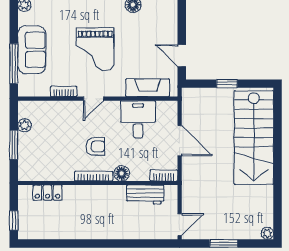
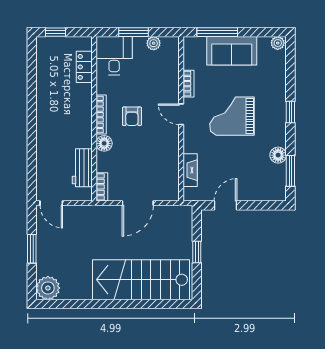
fireplace: (148, 88) -> (190, 170), width x0.73, depth x0.76
desk: (138, 119) -> (114, 56), moved, turned -90
plant: (267, 233) -> (48, 288), width x1.87, depth x1.87

